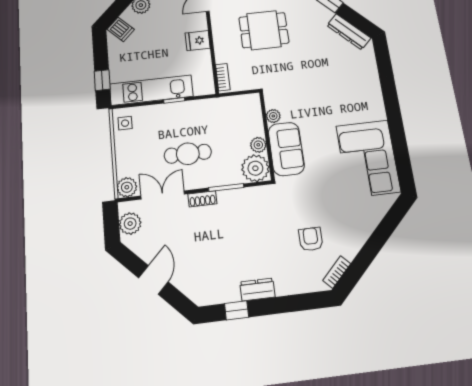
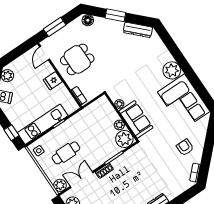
dining table: (264, 30) -> (77, 59), moved
plant: (371, 107) -> (172, 70), added
cafe table: (188, 154) -> (66, 153), moved
armchair: (311, 239) -> (185, 147), moved

